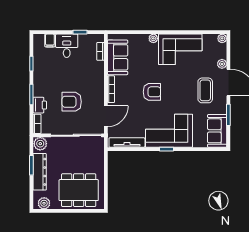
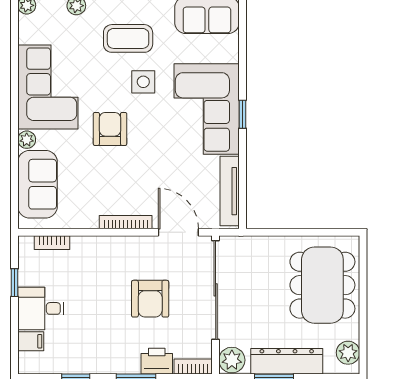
sofa: (118, 57) -> (38, 184), moved, turned 90
armchair: (152, 92) -> (110, 129), moved
side table: (183, 98) -> (143, 82), added

